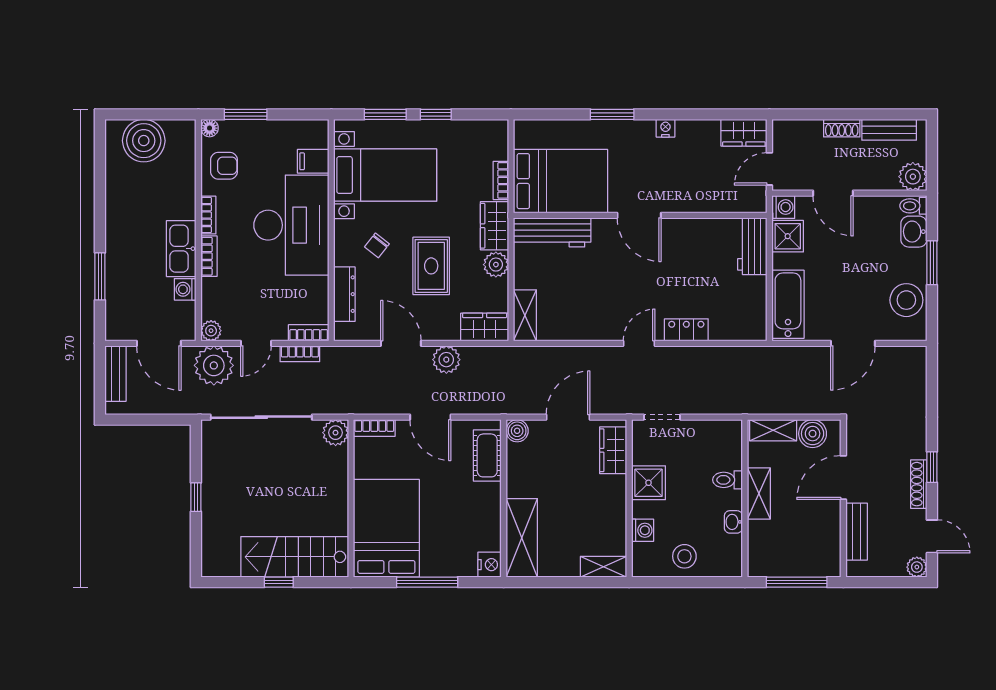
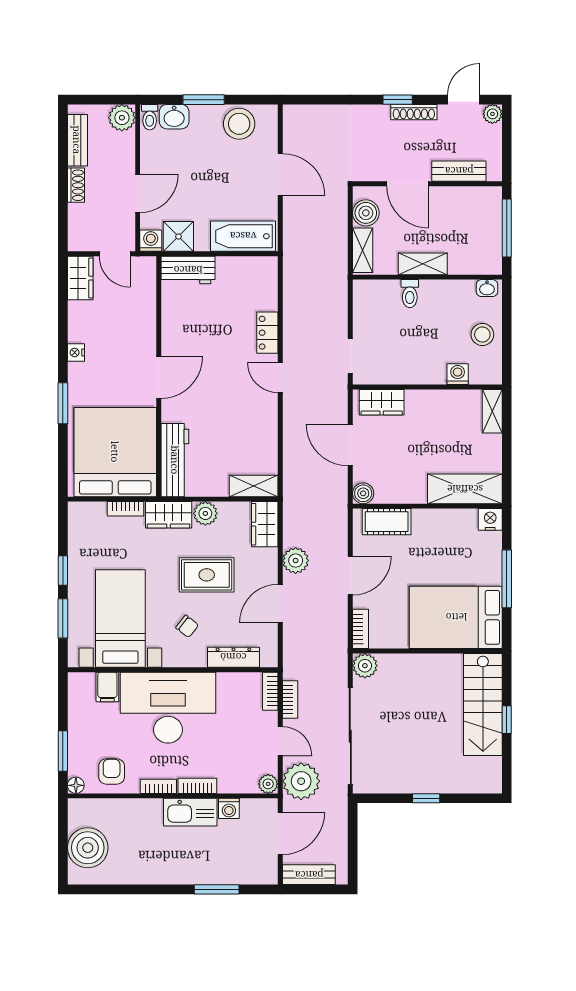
bed: (560, 181) -> (115, 452), width x1.36
shower: (649, 483) -> (412, 369), removed
washbasin: (733, 522) -> (487, 288), moved

